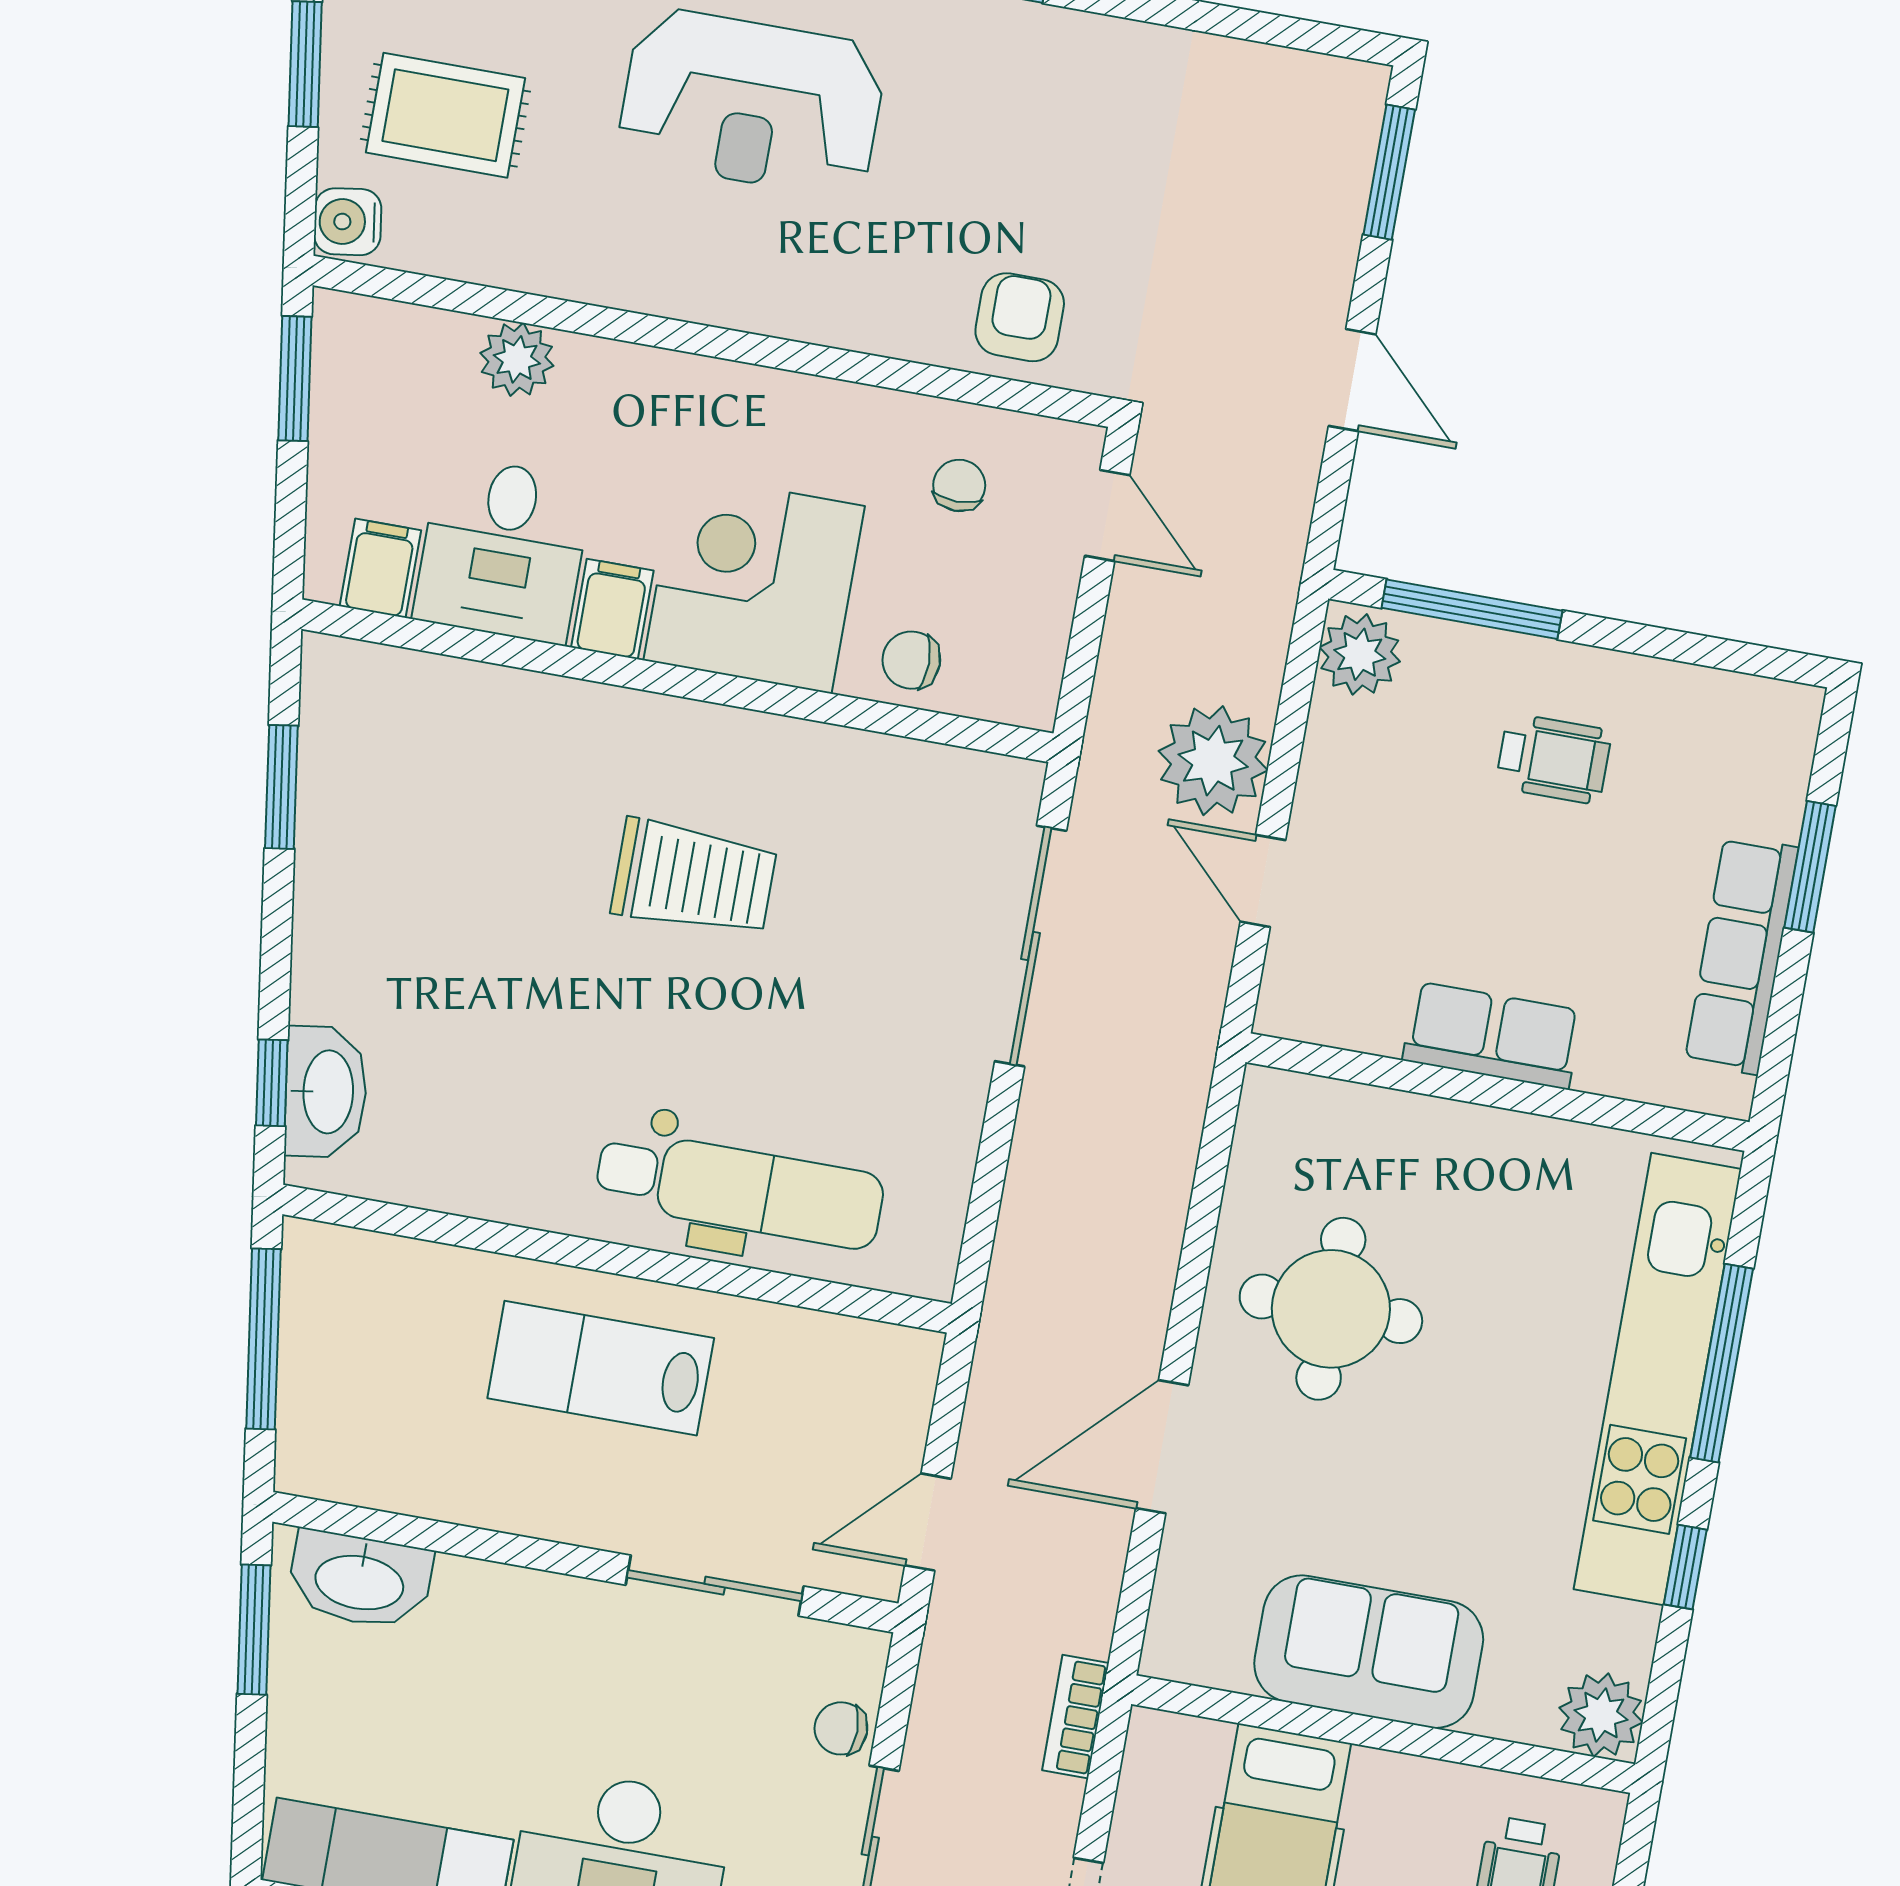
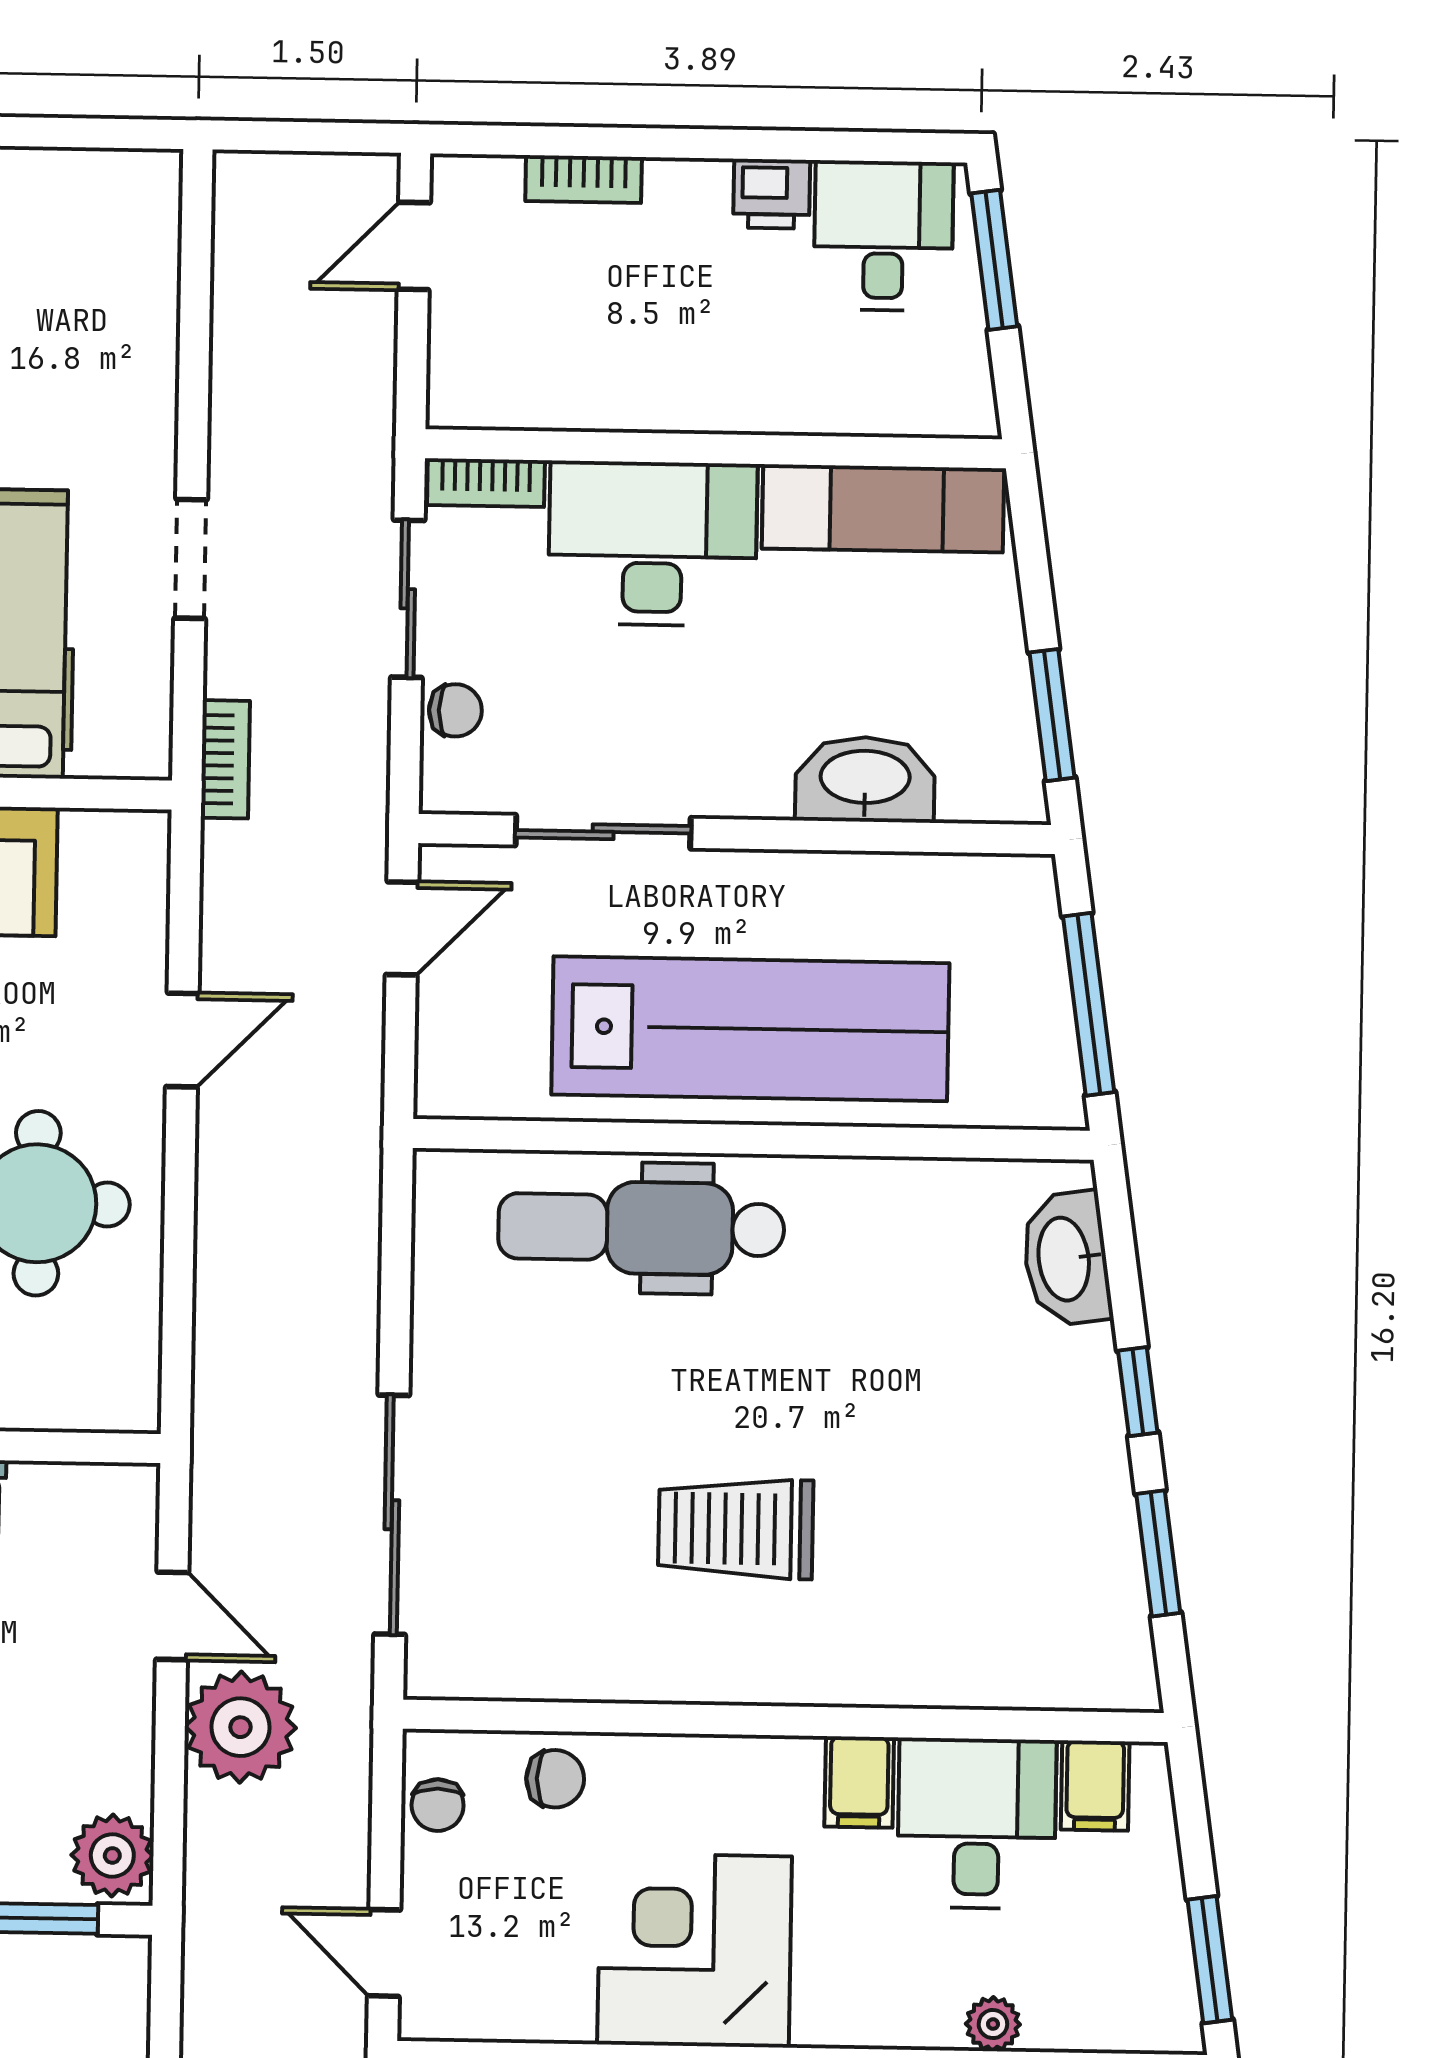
plant: (517, 359) -> (993, 2024), width x0.73, depth x0.73
chair: (959, 485) -> (438, 1805), moved
corner desk: (754, 583) -> (695, 1950), moved, turned 180
window: (272, 1083) -> (1138, 1392), moved
lab bench: (601, 1368) -> (750, 1029), width x1.86, depth x1.39
door: (1162, 1447) -> (182, 1040), width x0.73
washbasin: (360, 1580) -> (865, 779), moved

